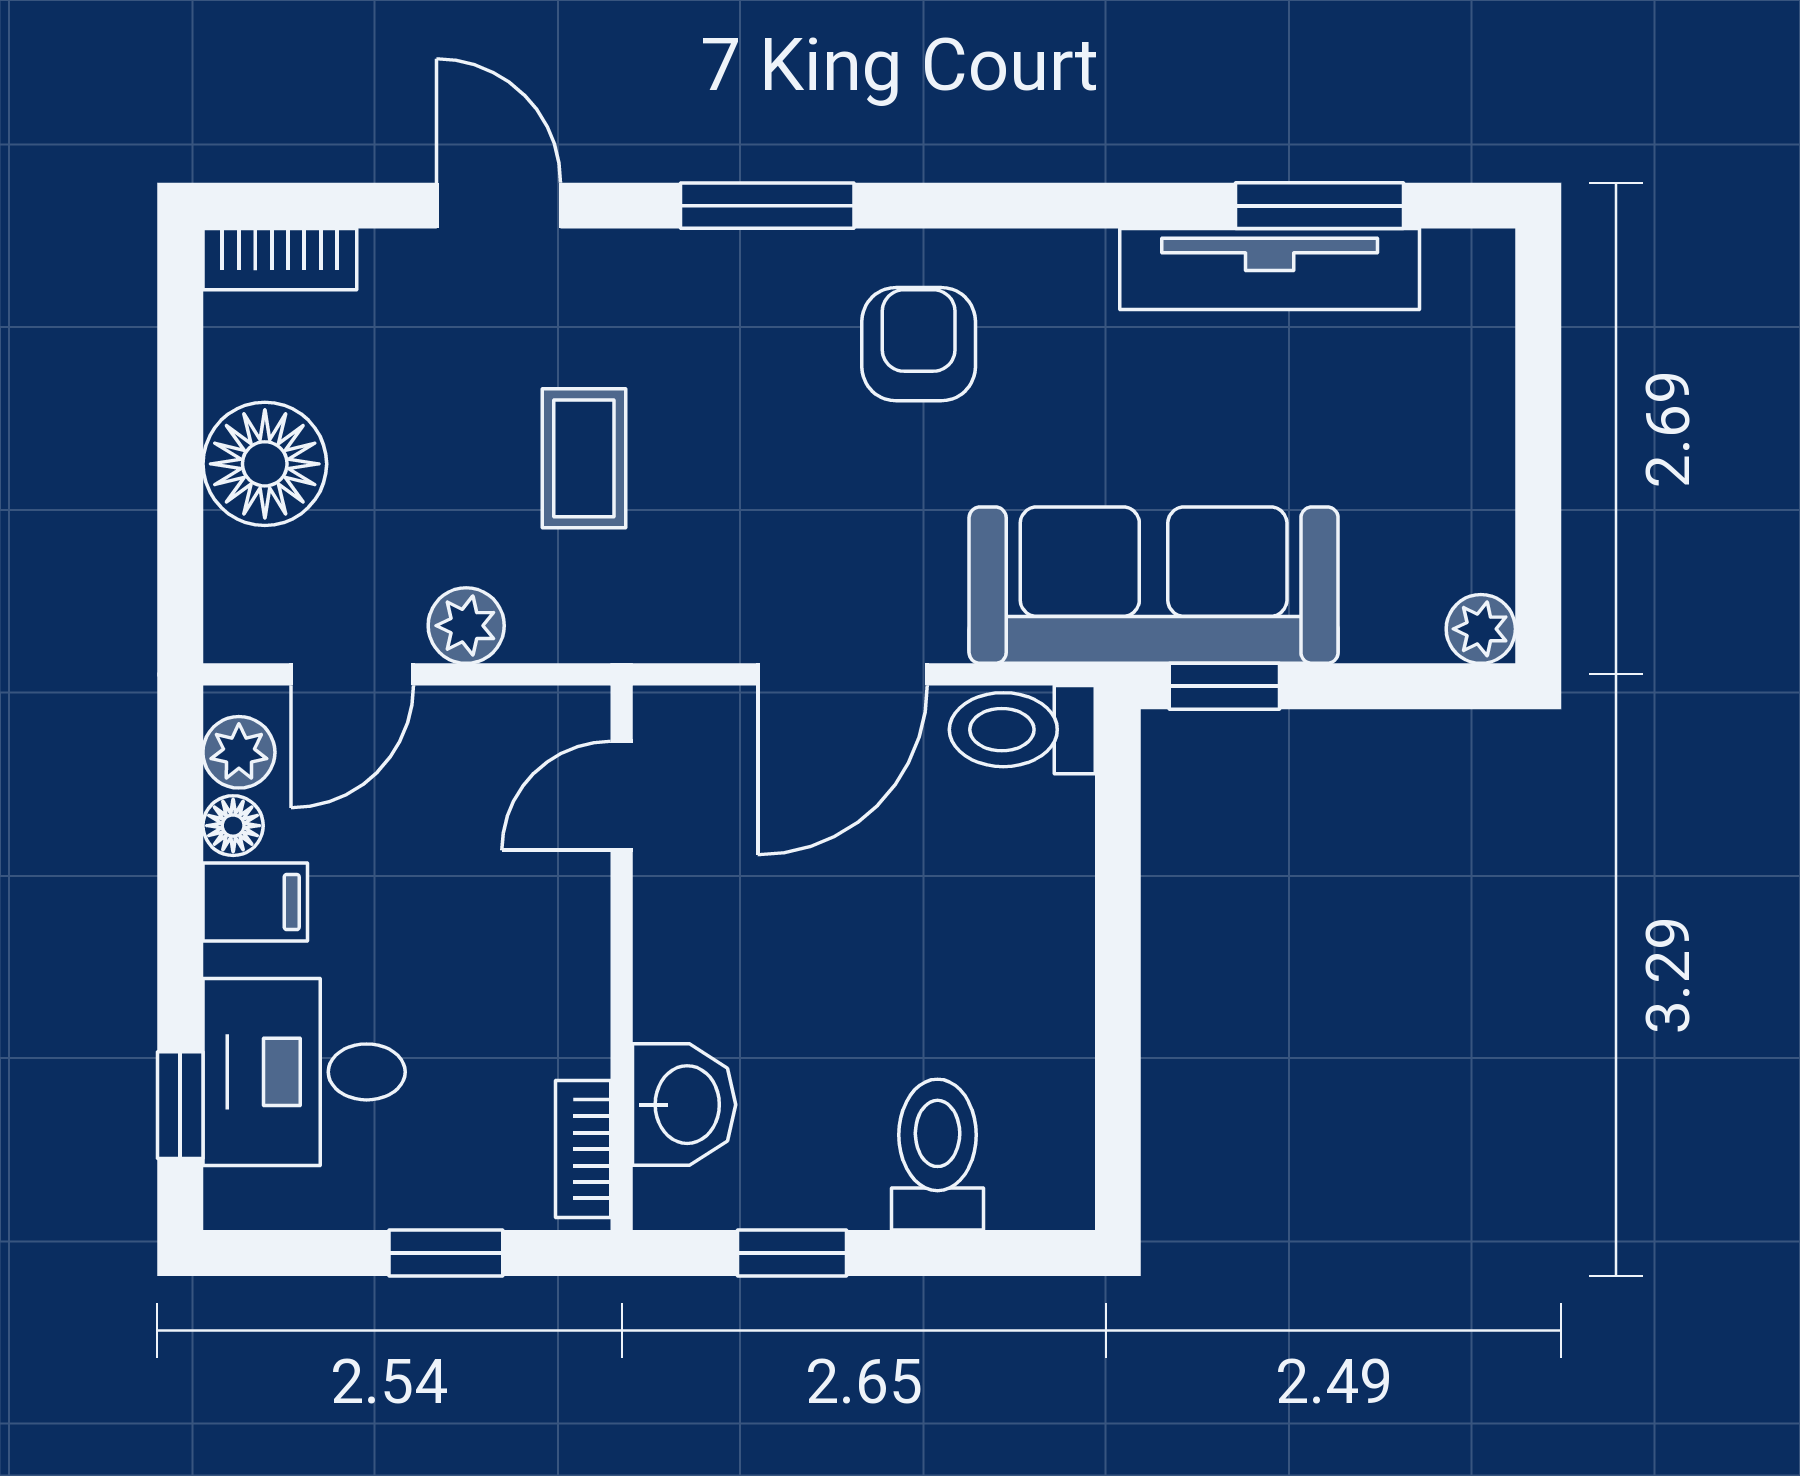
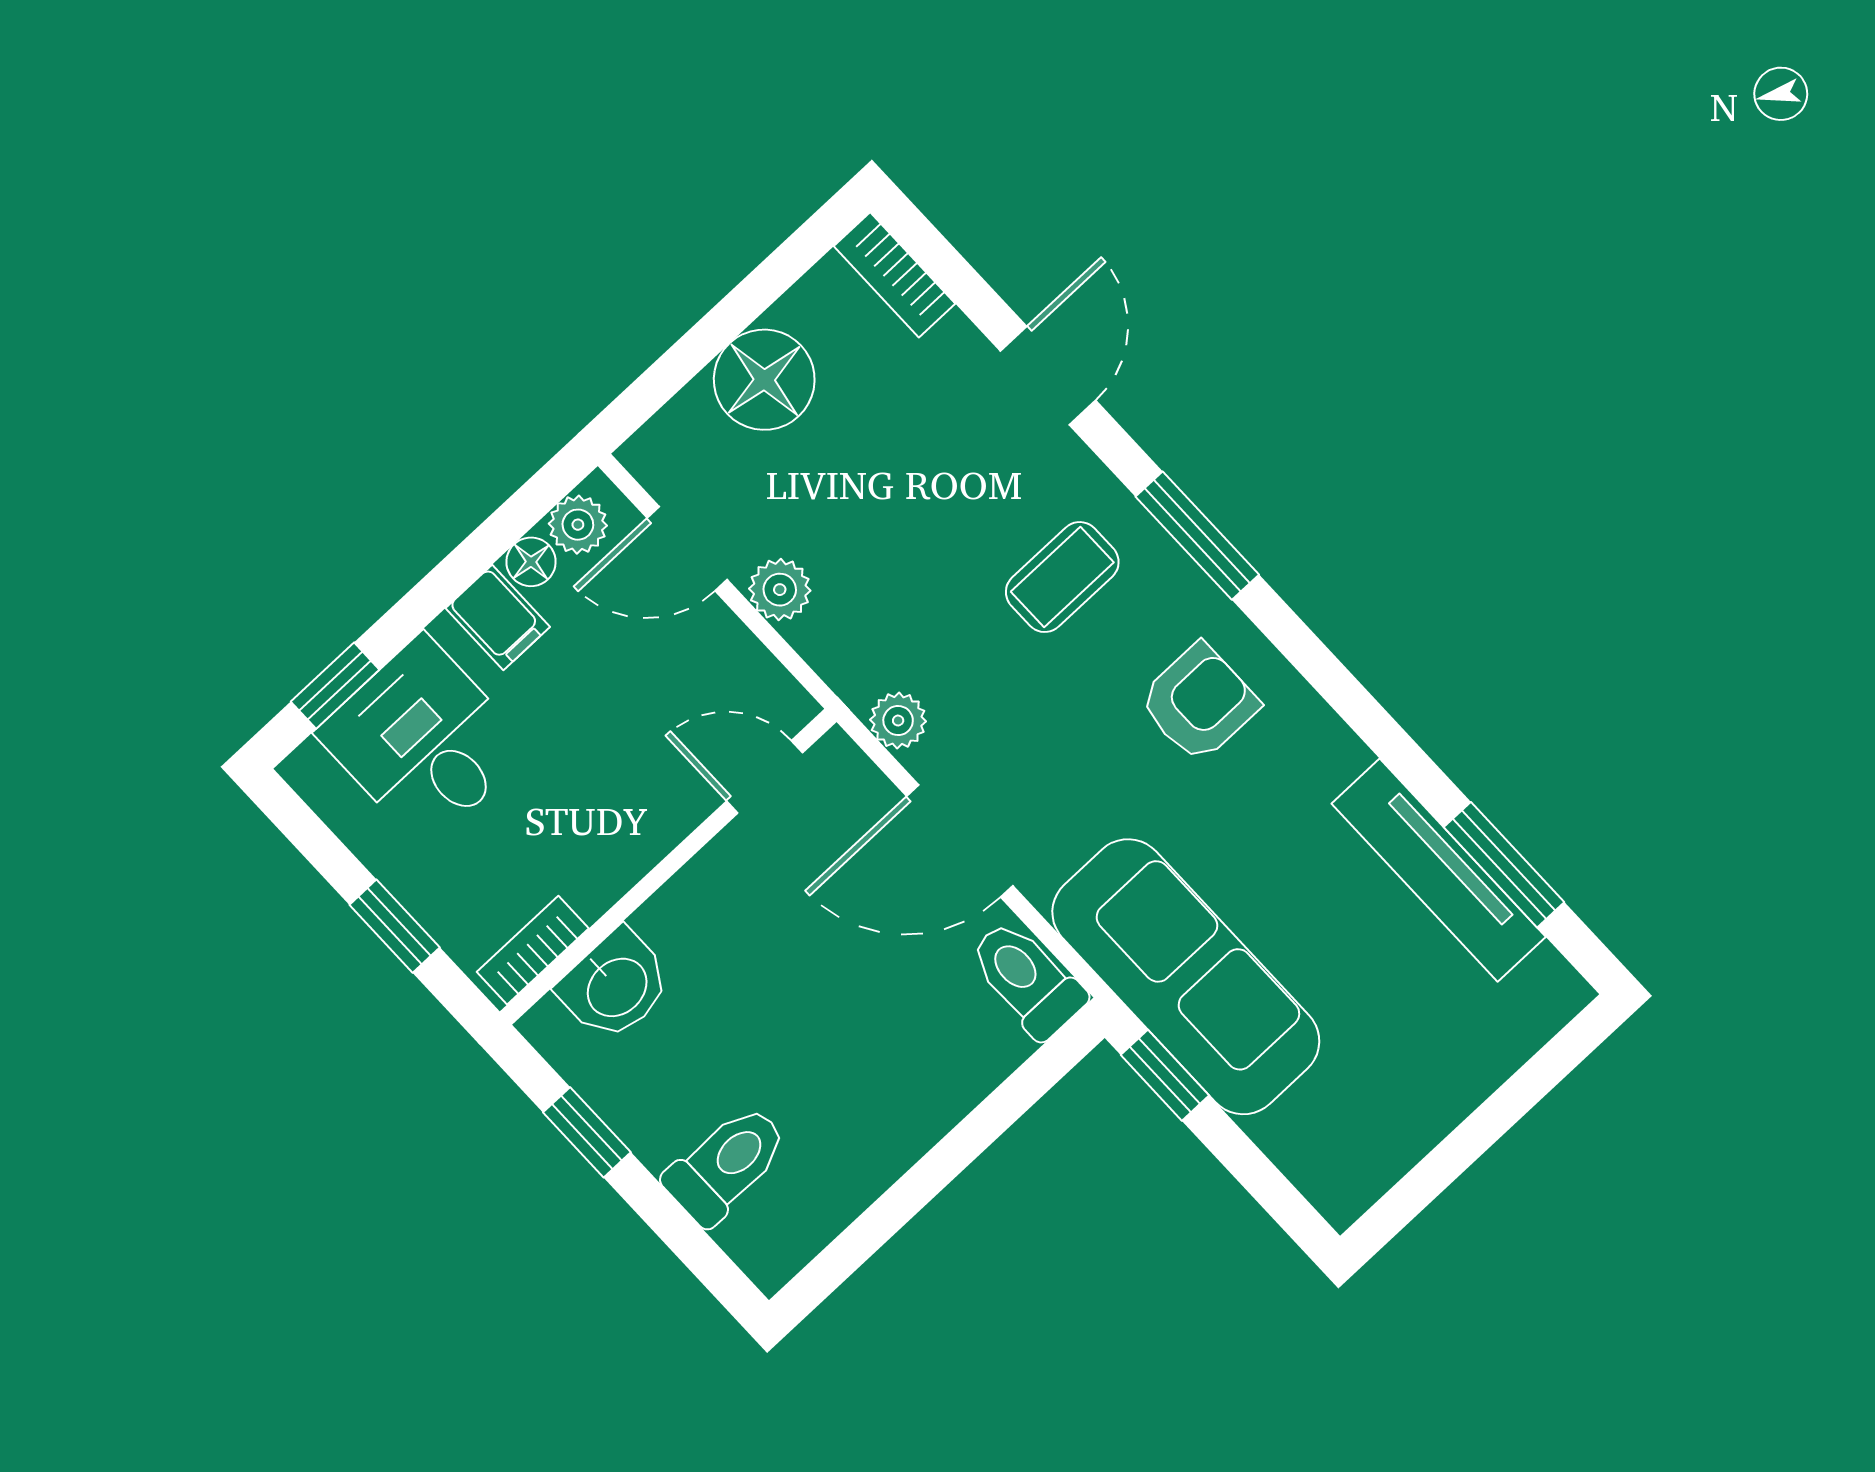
coffee table: (584, 458) -> (1062, 577), moved
plant: (1481, 629) -> (898, 721), moved

